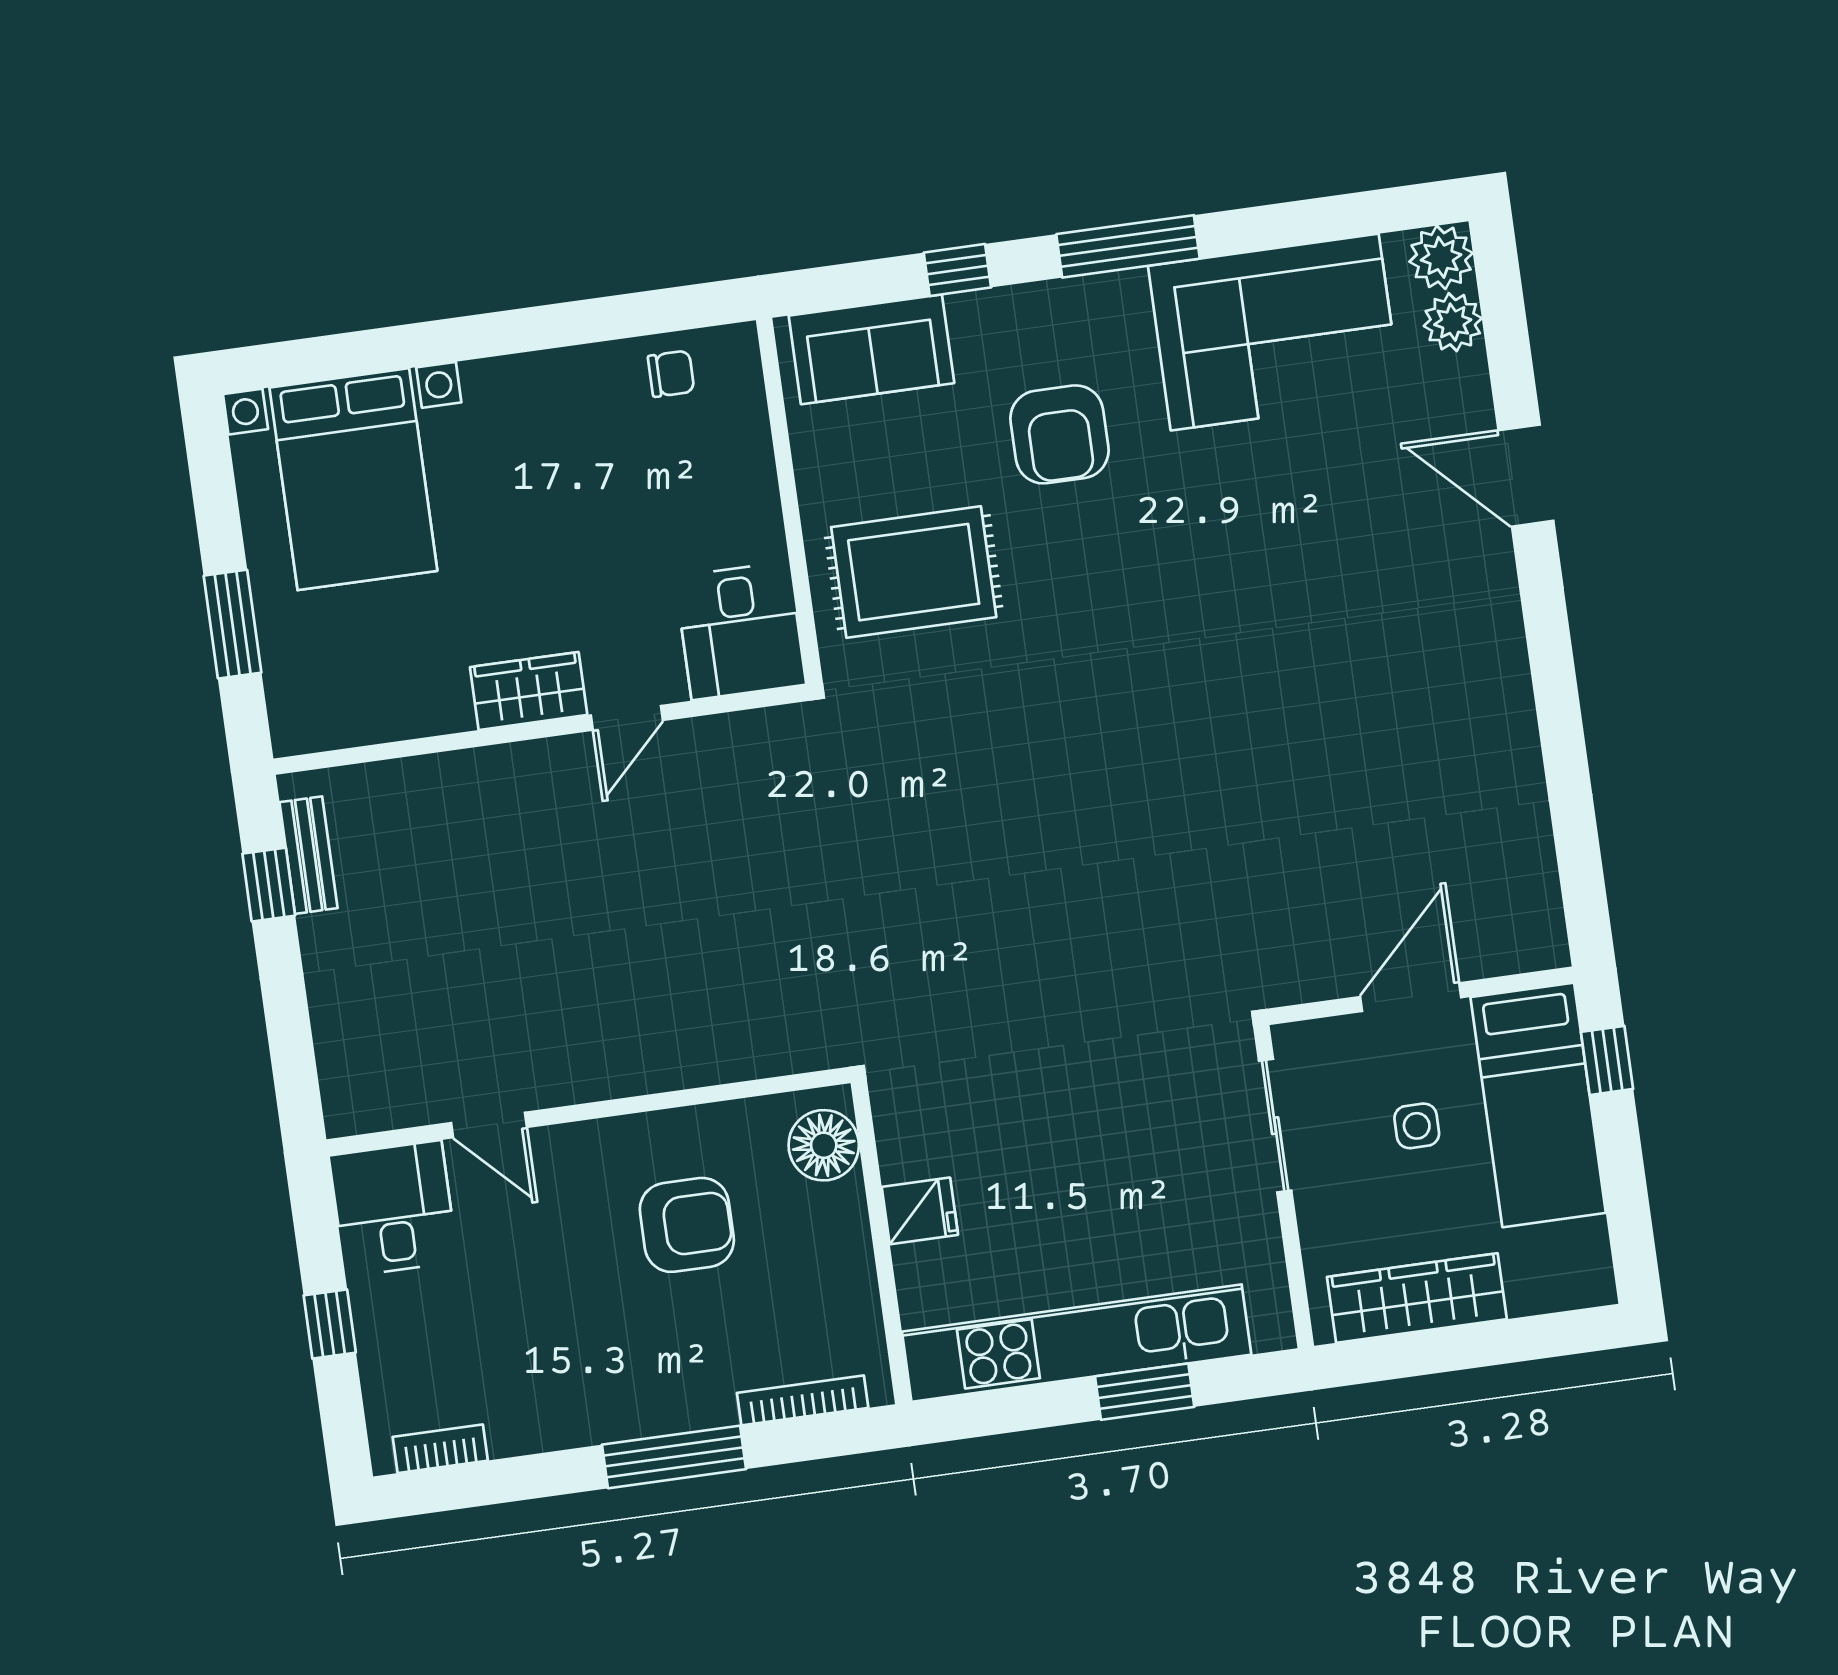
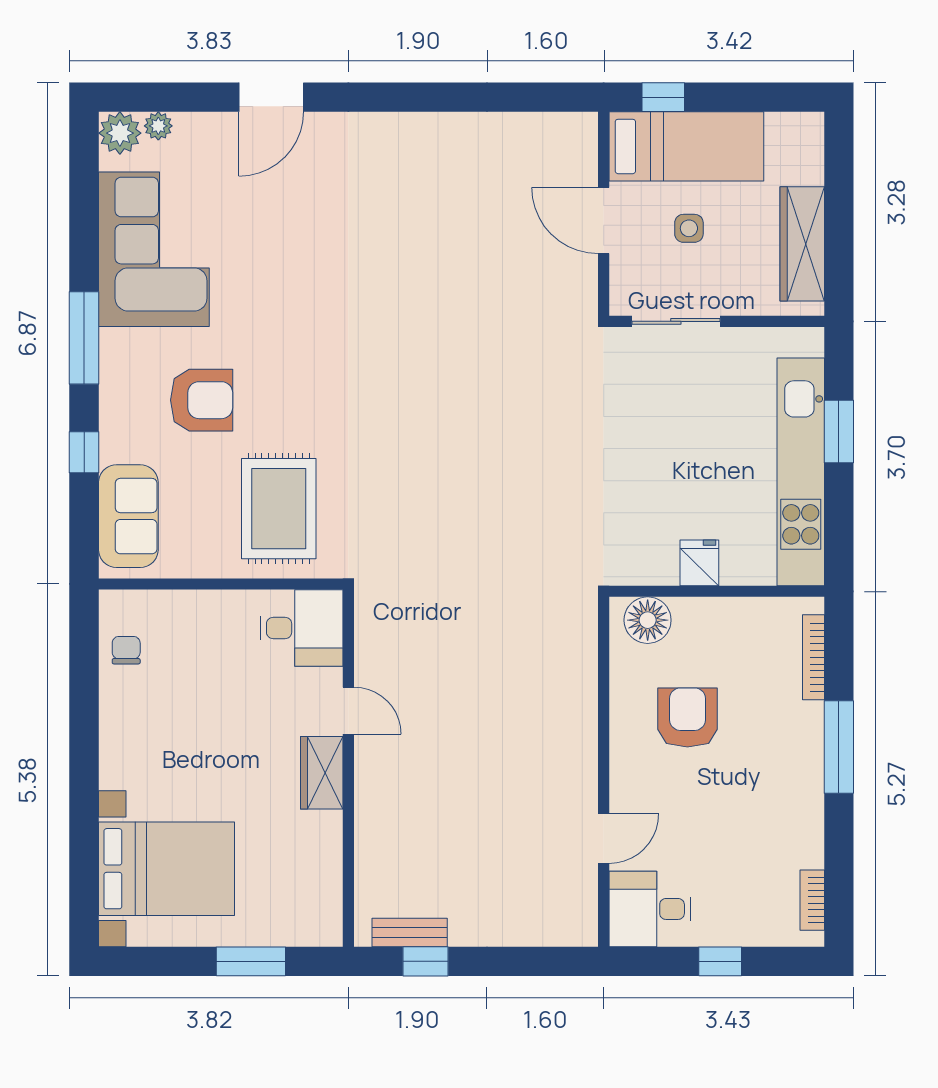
plant: (1453, 322) -> (158, 126), width x0.73, depth x0.73

